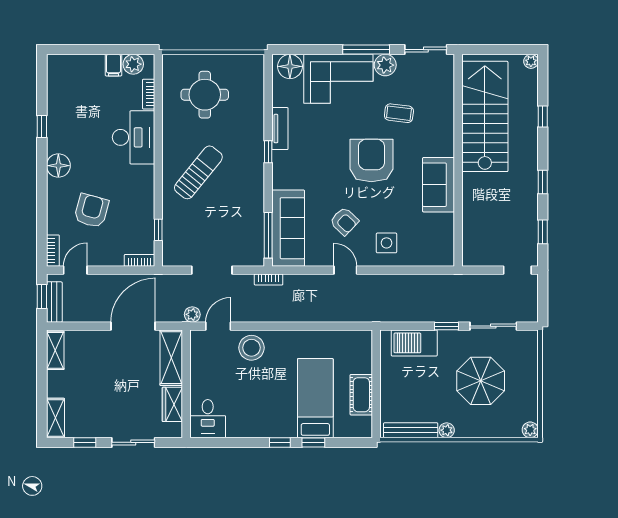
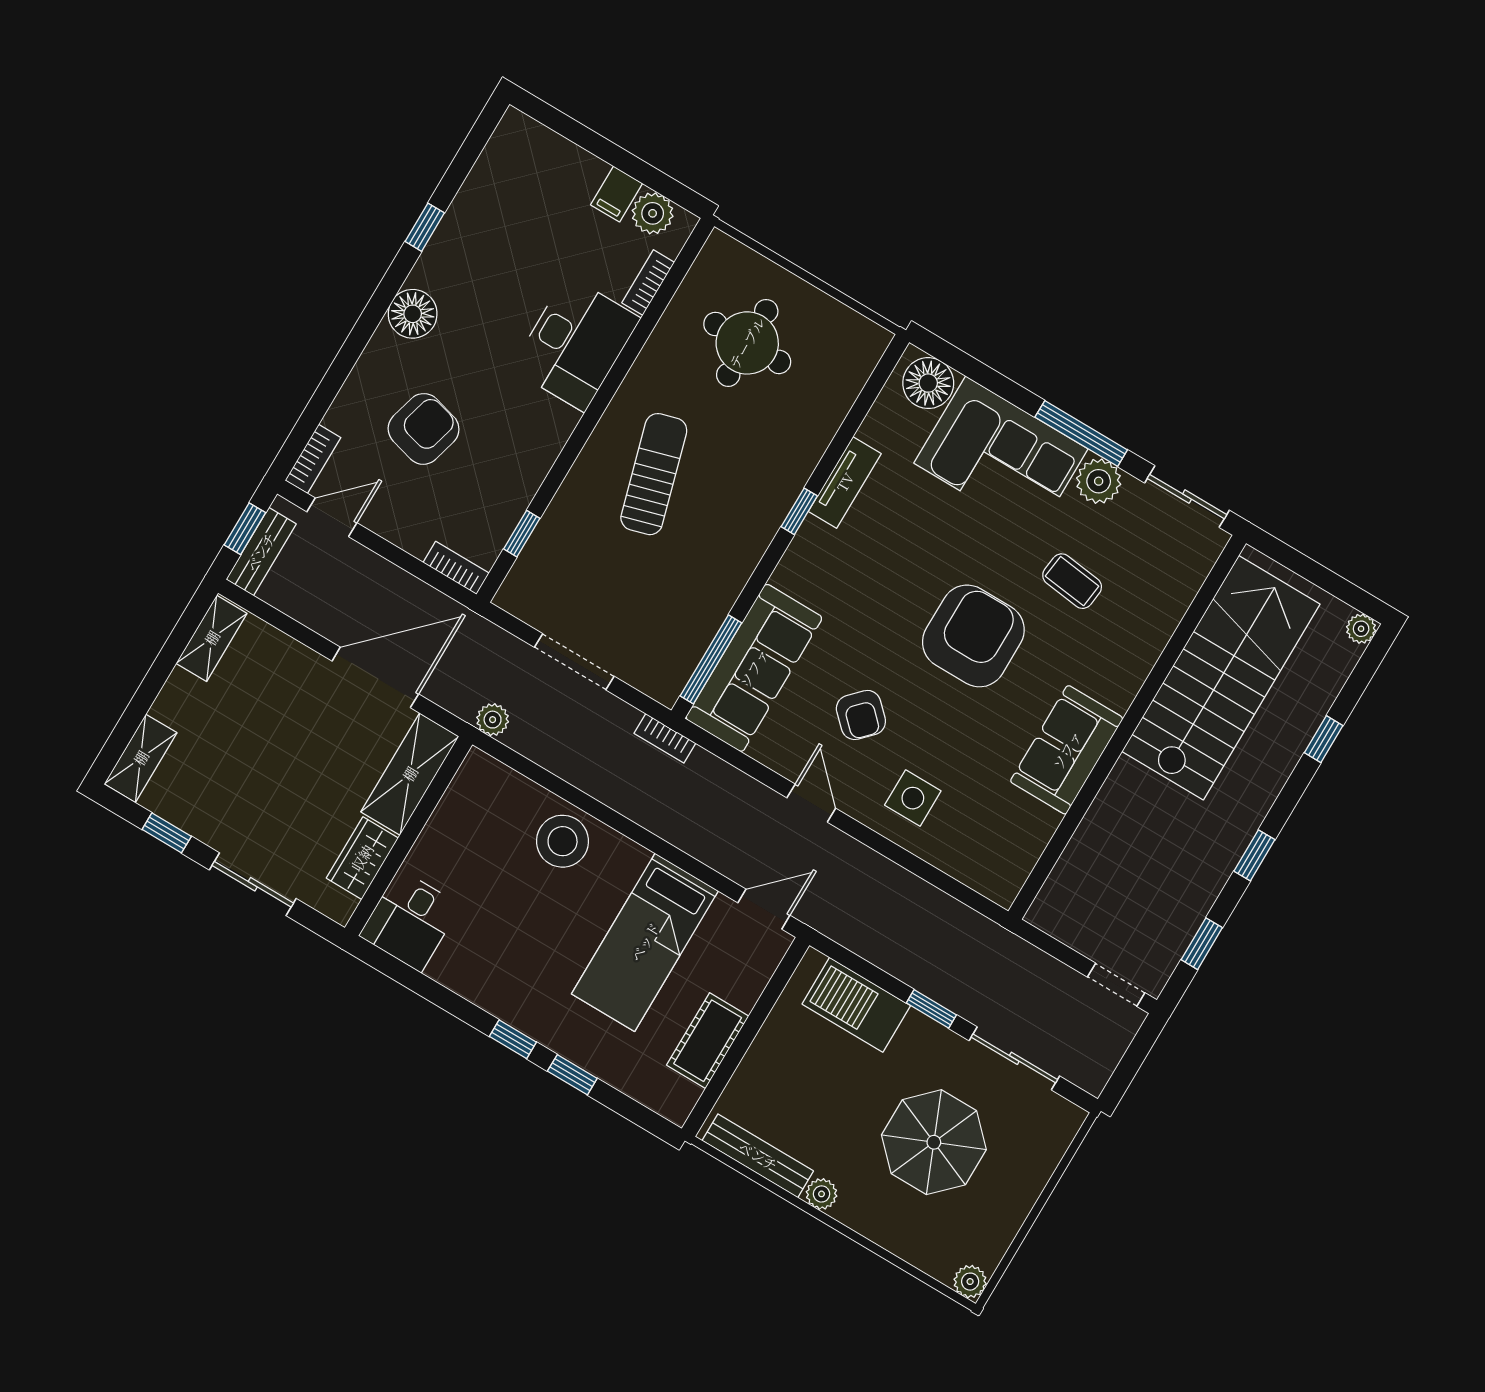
sun lounger: (198, 172) -> (654, 474), turned -55
door: (218, 326) -> (764, 909), moved
bed: (315, 398) -> (645, 942), moved, turned 180

